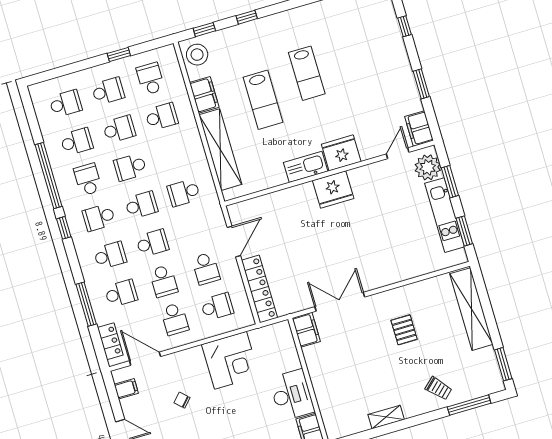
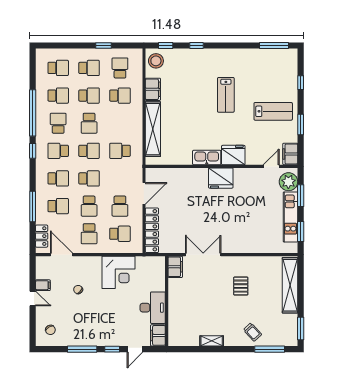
lab bench: (263, 100) -> (273, 111), moved, turned -90
school desk: (130, 167) -> (89, 123), turned -90
filing cabinet: (126, 389) -> (43, 285), moved

